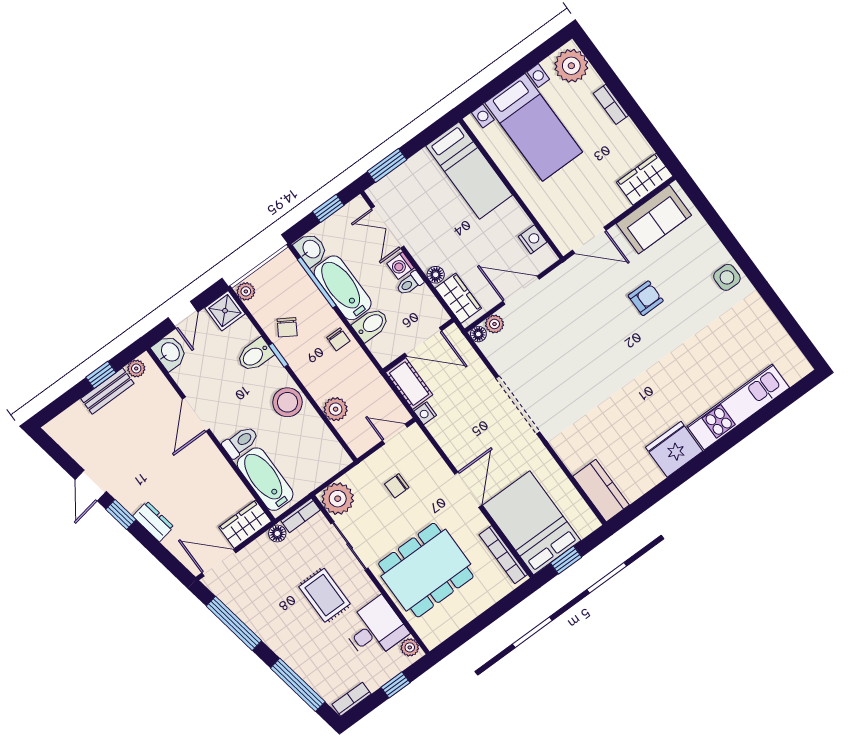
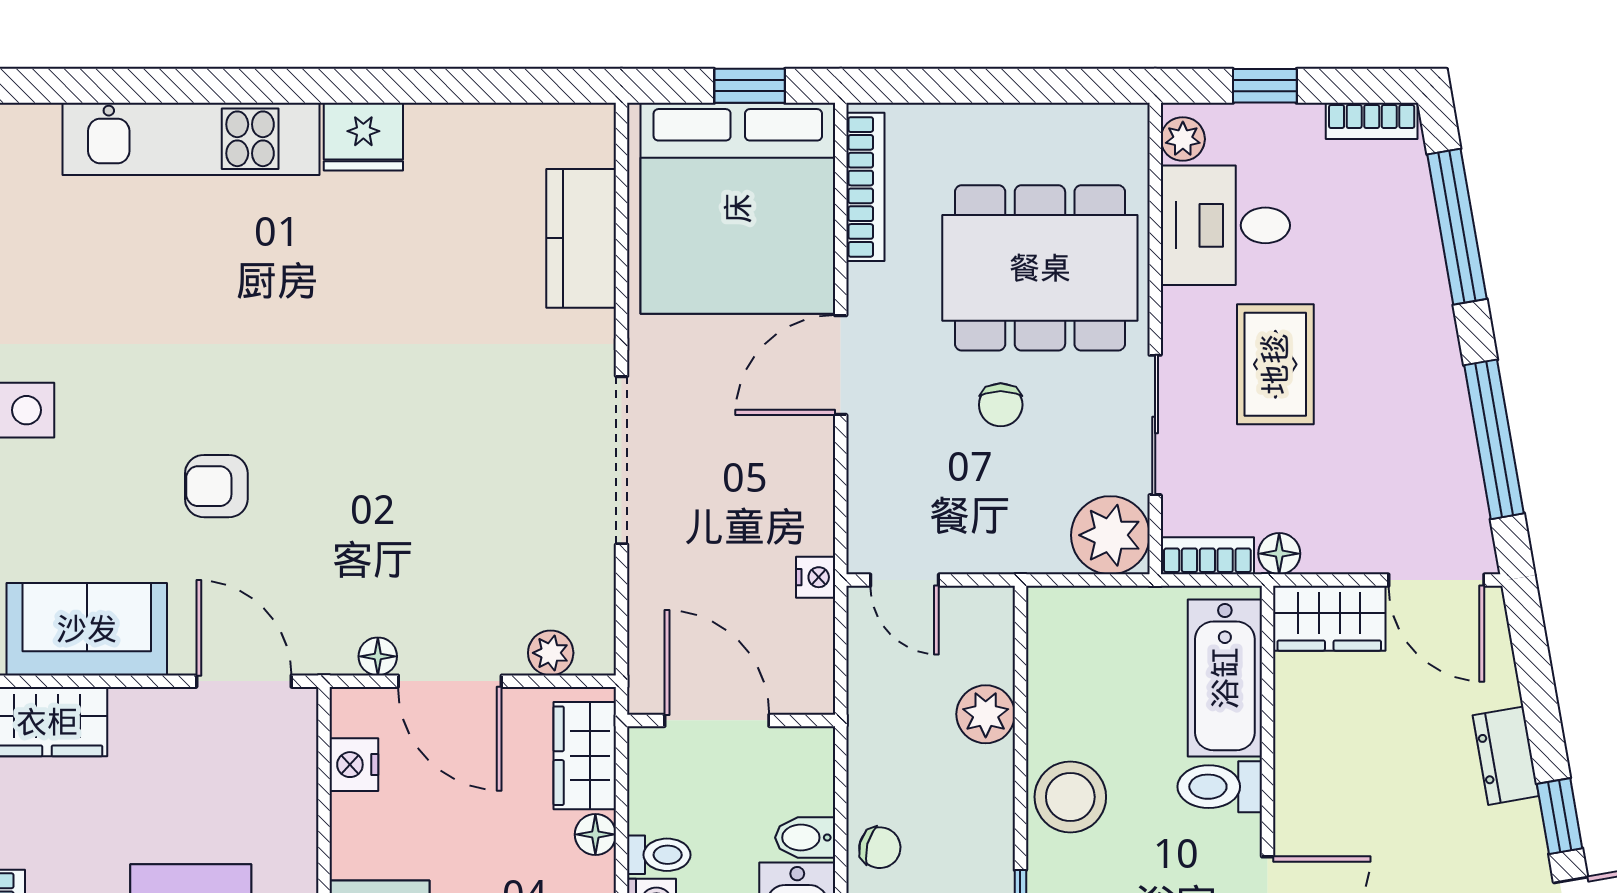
bidet: (371, 324) -> (805, 838), width x0.72, depth x0.74
floor lamp: (478, 334) -> (378, 656), moved
chair: (338, 339) -> (880, 848), turned 105
cot: (409, 384) -> (804, 659), removed
fridge: (674, 449) -> (363, 137), width x0.73, depth x0.75
chair: (397, 486) -> (1001, 405), moved, turned 90
kitchen counter: (601, 491) -> (581, 238), moved
bed: (532, 523) -> (738, 208), width x1.36

